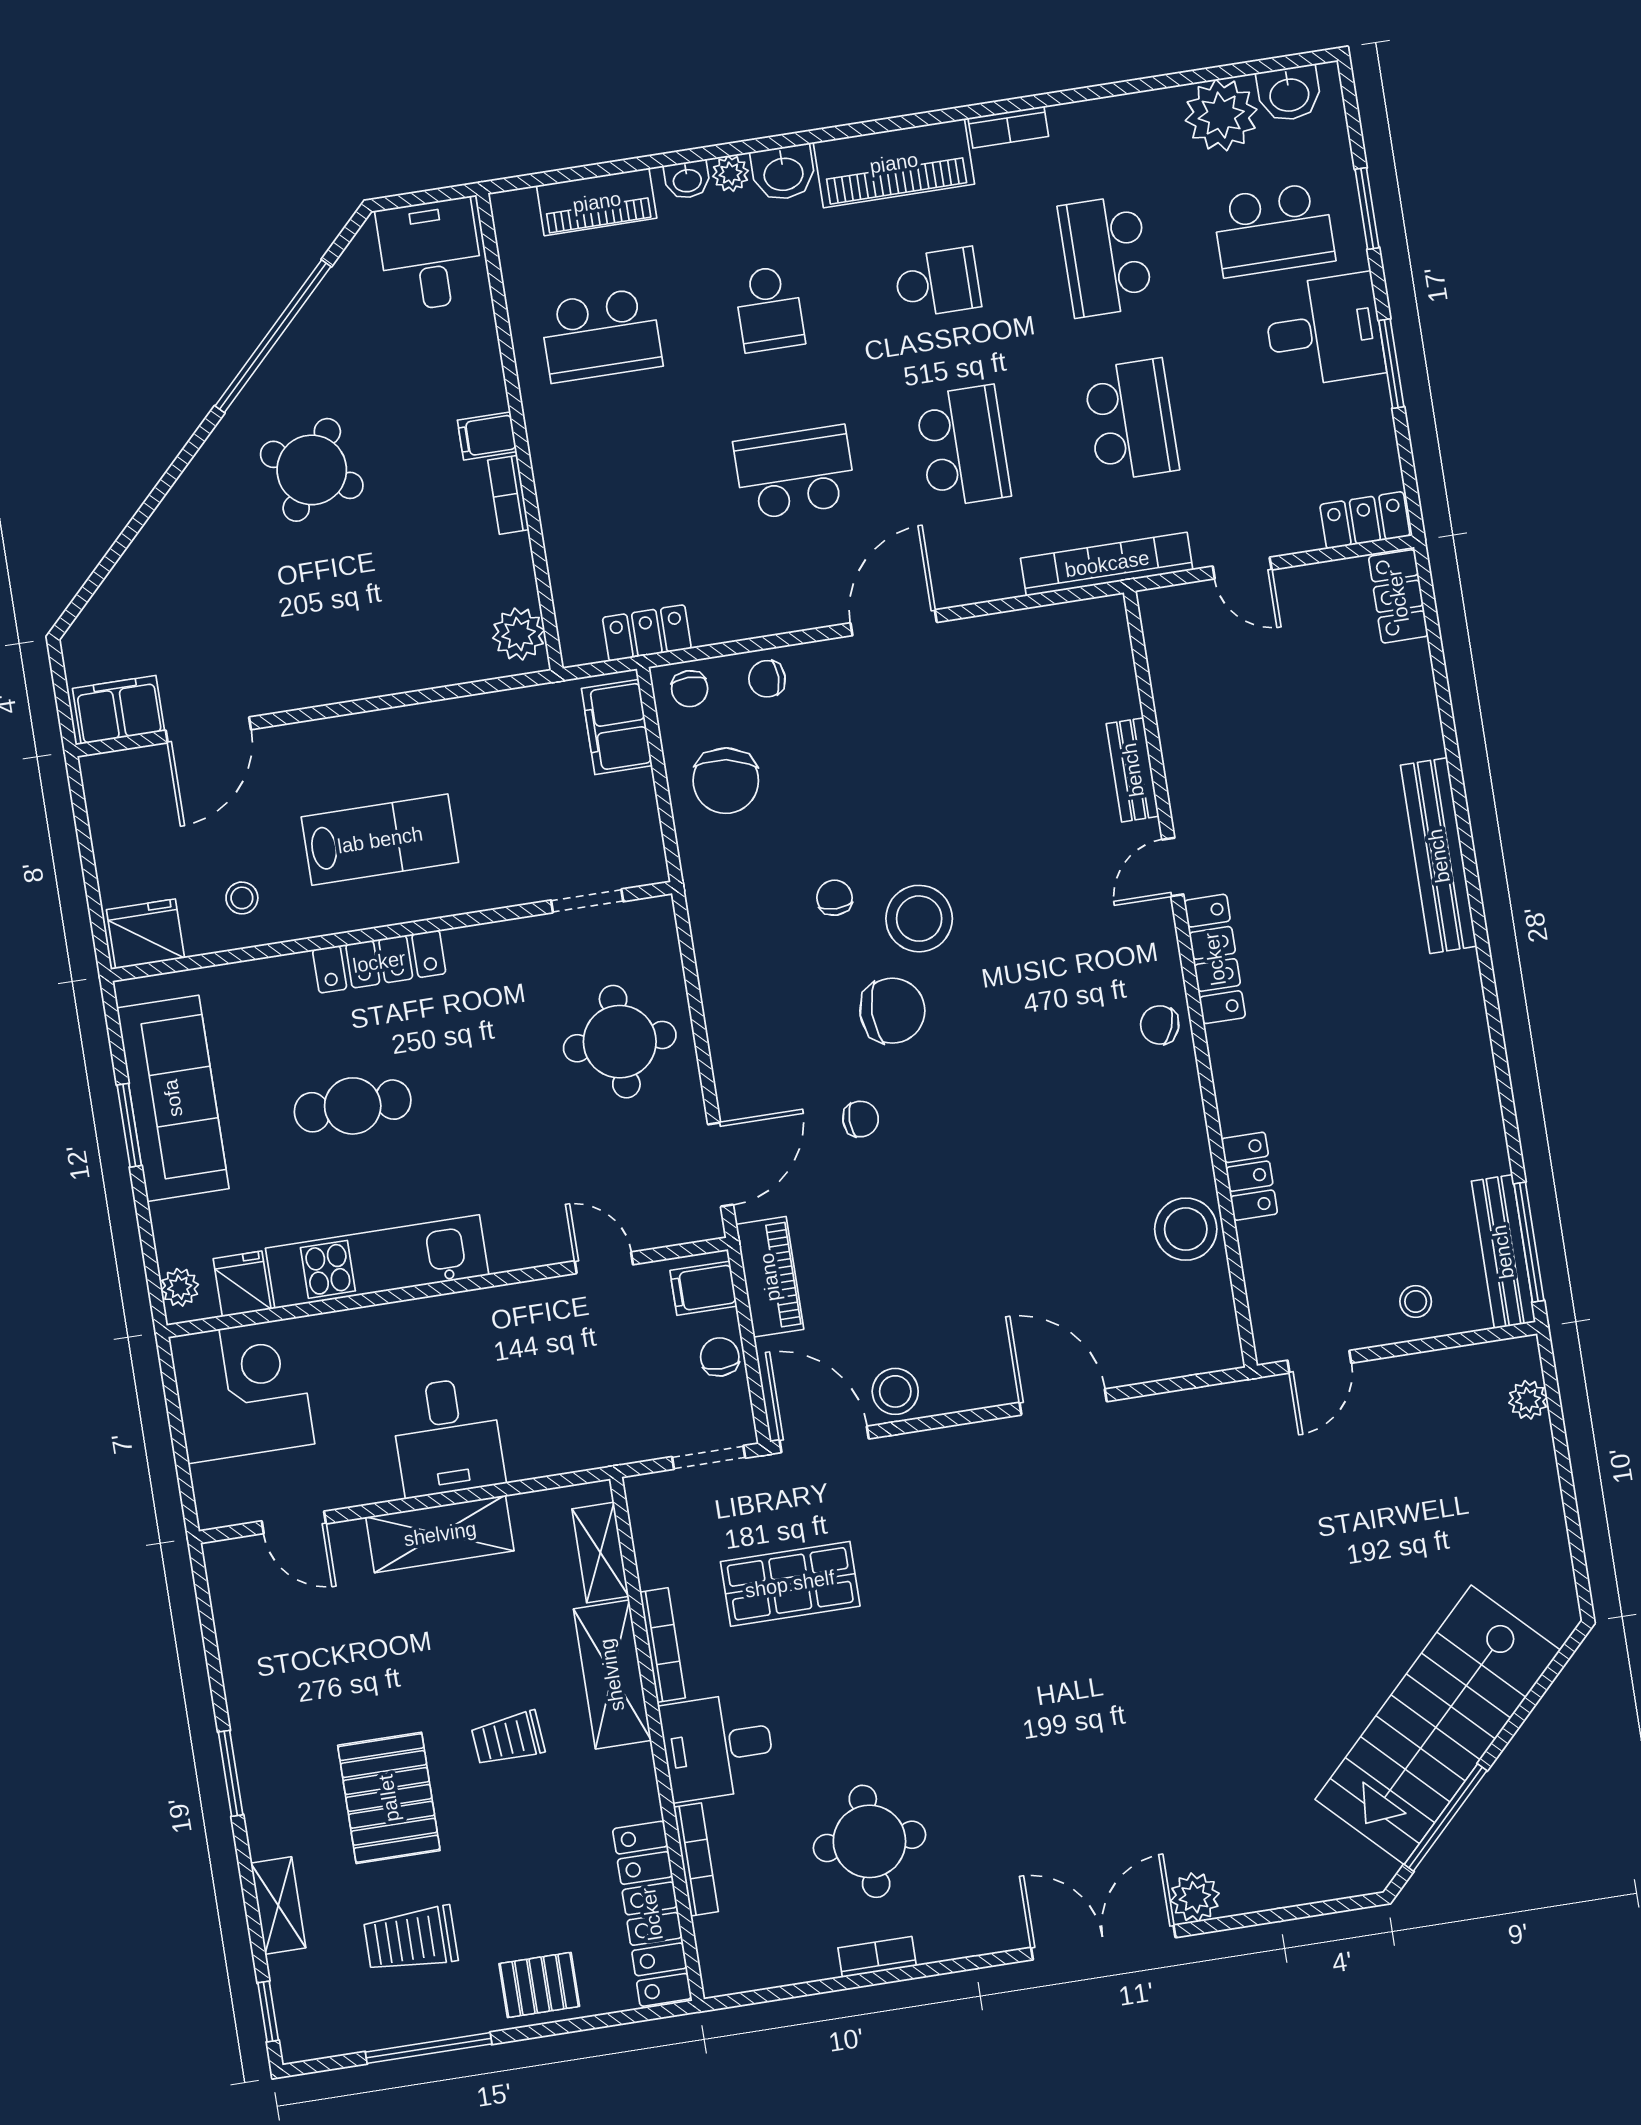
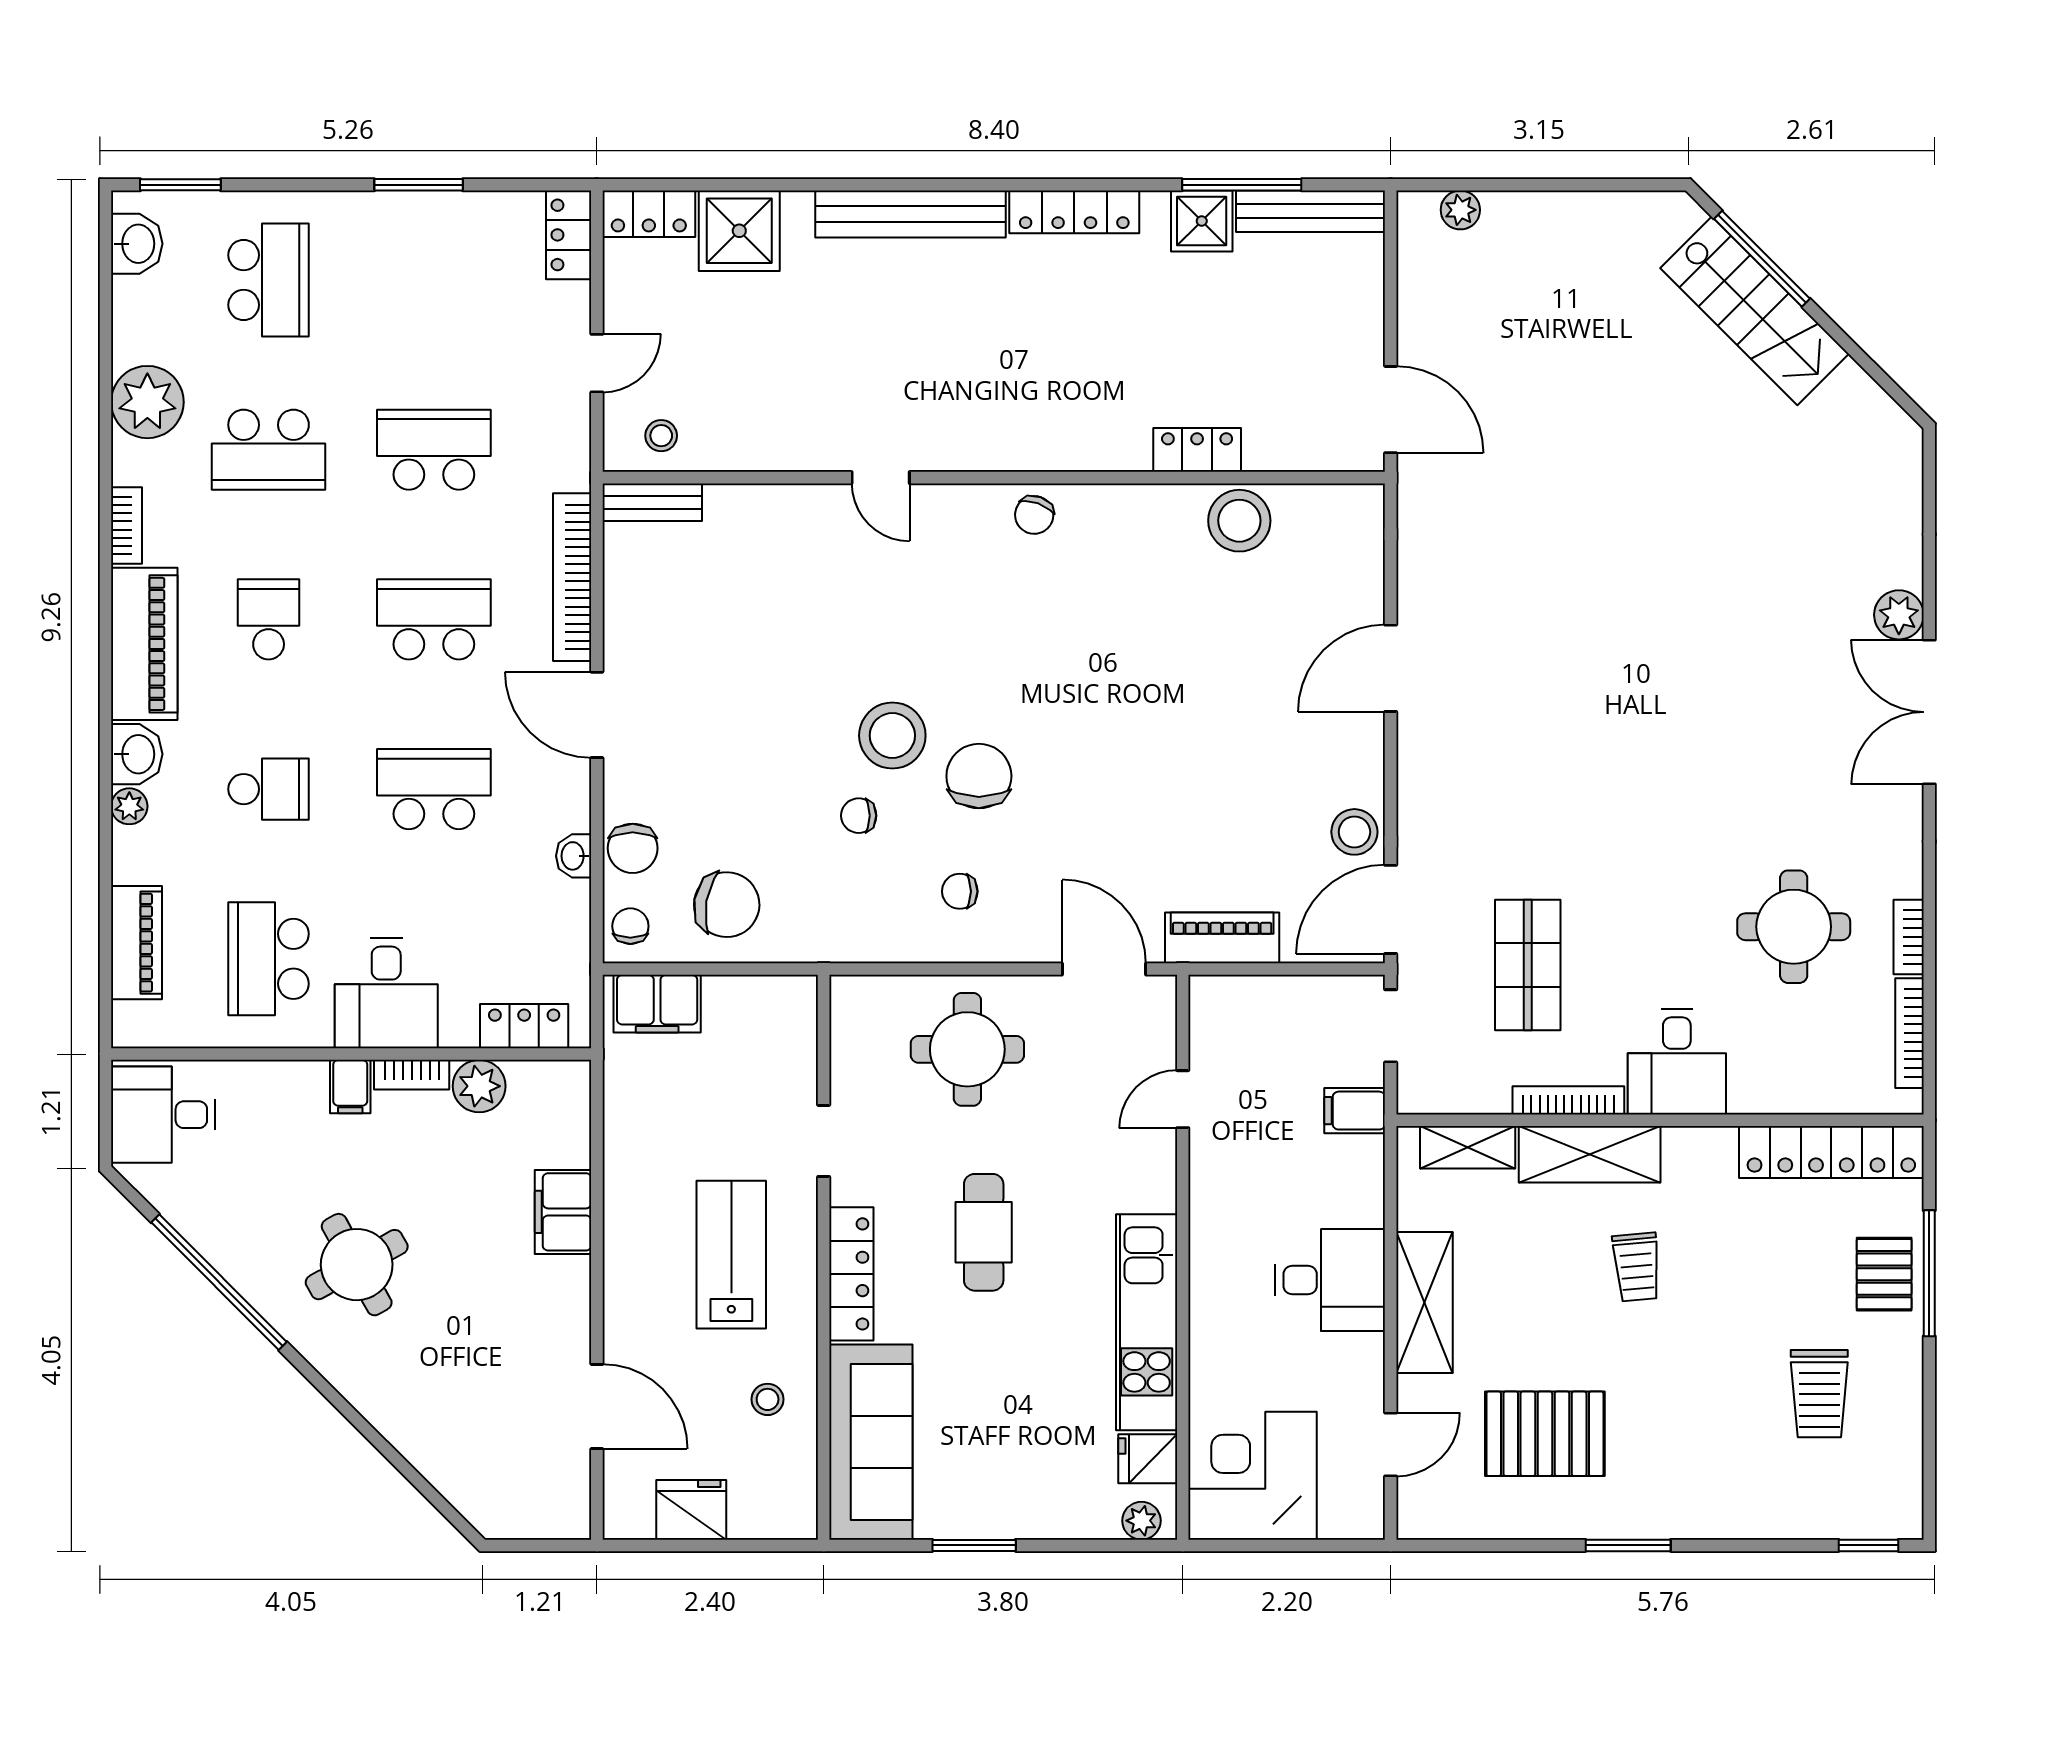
plant: (1221, 115) -> (147, 402), moved
washbasin: (687, 180) -> (574, 856), moved, turned 180
window: (1367, 209) -> (180, 185), moved
desk: (1324, 330) -> (386, 993), moved, turned 180
school desk: (601, 335) -> (269, 959), turned 180
round table: (312, 470) -> (357, 1265), turned 30
school desk: (795, 473) -> (434, 789), turned 90
bookcase: (1107, 564) -> (572, 577), moved
locker: (647, 633) -> (524, 1026), moved, turned 90
plant: (519, 634) -> (479, 1086), moved
chair: (767, 679) -> (633, 848), width x1.37, depth x1.37
chair: (690, 689) -> (630, 926), turned -90
shower: (1395, 689) -> (739, 231), added
filing cabinet: (119, 710) -> (563, 1212), moved
bench: (1133, 770) -> (652, 502), moved
doorway: (587, 901) -> (824, 1141), moved
fridge: (145, 934) -> (691, 1510), moved, turned 90
locker: (1215, 959) -> (1074, 212), moved, turned 180
sofa: (173, 1098) -> (871, 1442), moved, turned 90
cafe table: (353, 1106) -> (984, 1232), moved
chair: (861, 1119) -> (960, 891), moved, turned -90
shower: (1477, 1145) -> (1202, 221), added
window: (1529, 1242) -> (1242, 185), moved
filing cabinet: (703, 1288) -> (1355, 1111), moved, turned 90
stool: (1416, 1301) -> (661, 436), moved
chair: (720, 1357) -> (1293, 999), removed
door: (1319, 1362) -> (1391, 410), width x1.38
stairs: (1438, 1725) -> (1755, 311), width x0.73, depth x0.66
pallet: (389, 1798) -> (1545, 1434), moved
window: (1446, 1818) -> (1762, 259), moved
bookcase: (696, 1859) -> (1910, 1033), moved, turned -90
shelving: (278, 1906) -> (1766, 1519), removed
window: (429, 2048) -> (1929, 1273), moved

